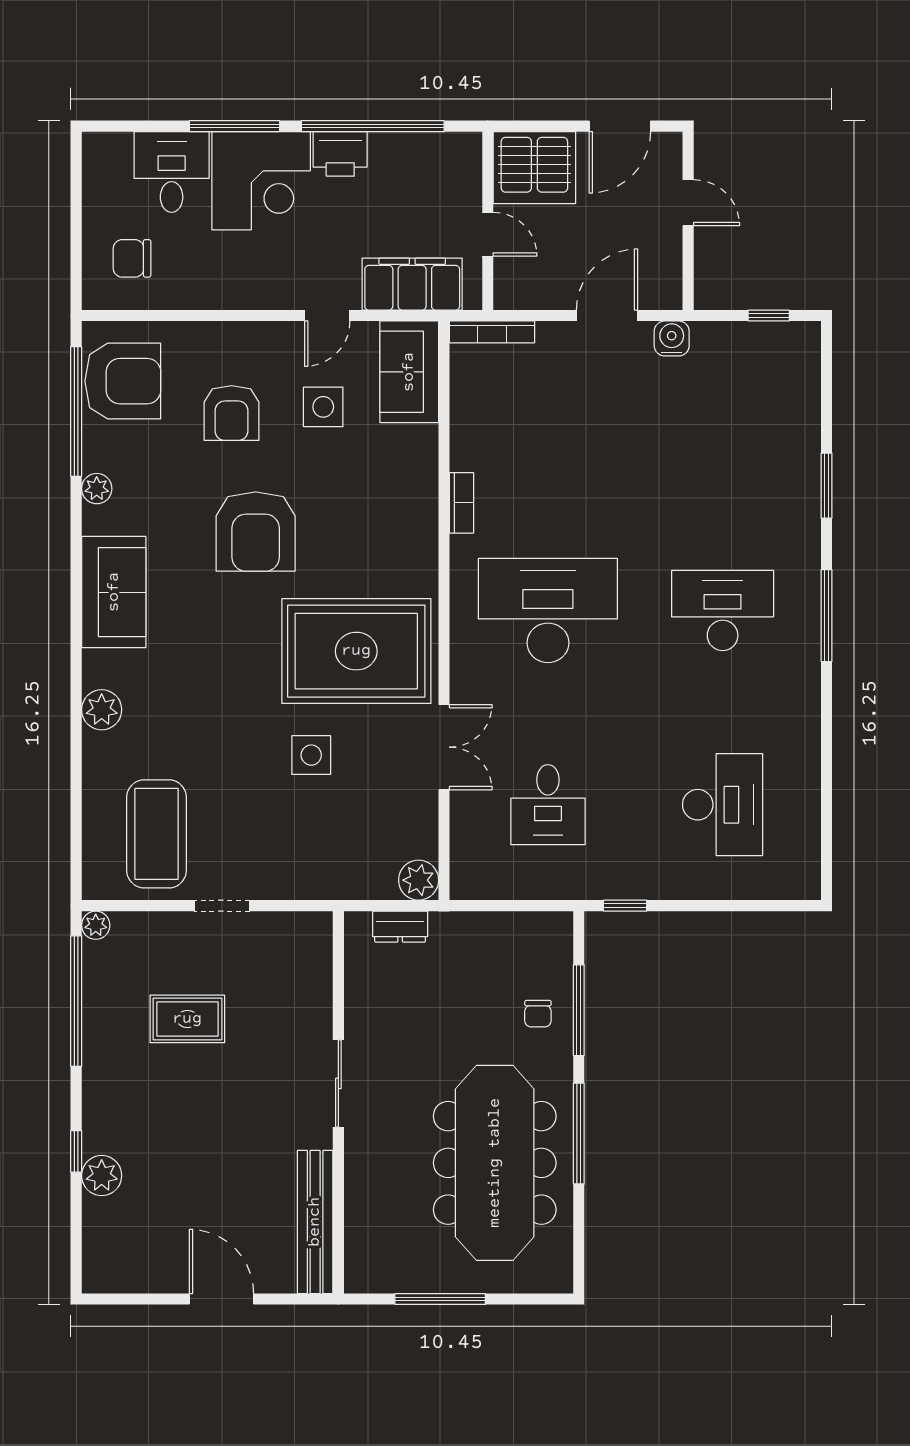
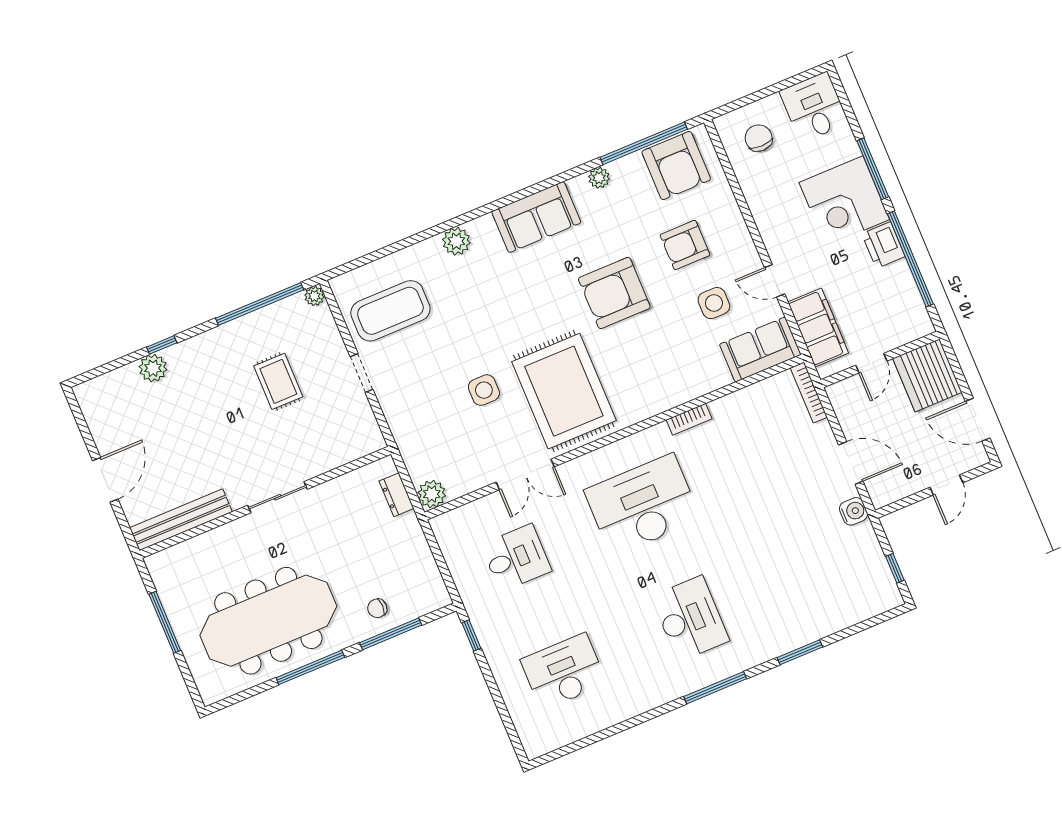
desk: (172, 172) -> (814, 107), moved, turned -90
desk: (548, 611) -> (643, 505), turned -90
desk: (548, 805) -> (516, 558), turned 180
desk: (723, 805) -> (564, 672), turned 180

